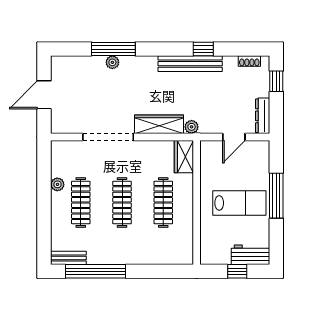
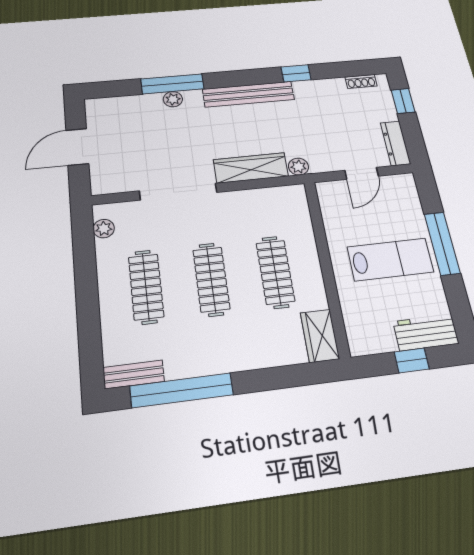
bench: (190, 64) -> (248, 94), moved
wardrobe: (184, 157) -> (320, 336), moved
plant: (57, 184) -> (104, 229), moved

